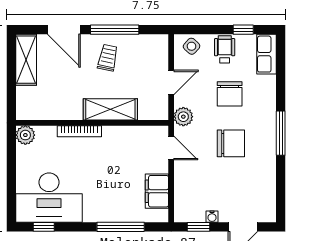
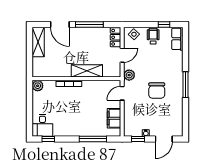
locker: (160, 51) -> (115, 37), added
trolley: (108, 58) -> (85, 41), removed
chair: (230, 94) -> (156, 62), removed
chair: (231, 143) -> (157, 91), turned 90
door: (171, 148) -> (122, 93), swing flipped
desk: (49, 198) -> (42, 125), width x0.53, depth x0.77

